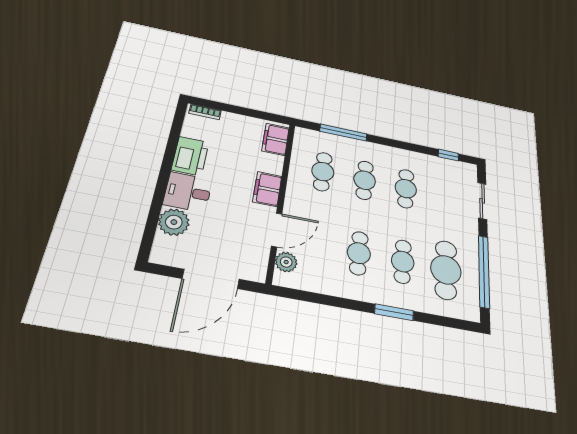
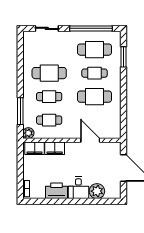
window: (448, 155) -> (20, 48), removed
filing cabinet: (267, 189) -> (55, 148), moved
cafe table: (406, 189) -> (49, 73), width x1.37, depth x1.35
cafe table: (359, 253) -> (94, 97), width x1.37, depth x1.35
plant: (286, 262) -> (28, 133), moved
window: (394, 312) -> (124, 57), moved

